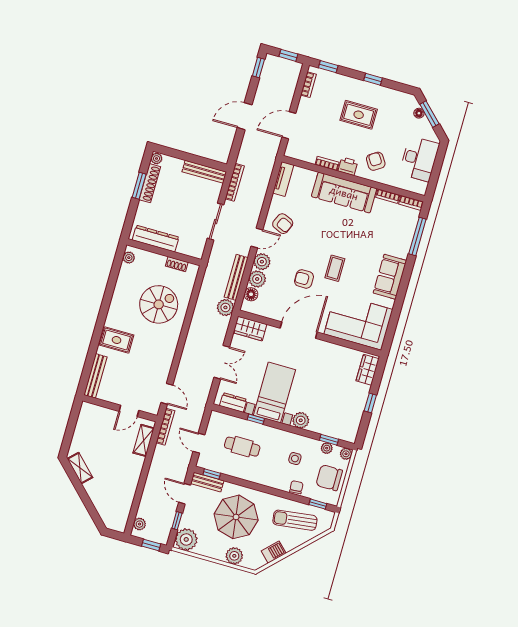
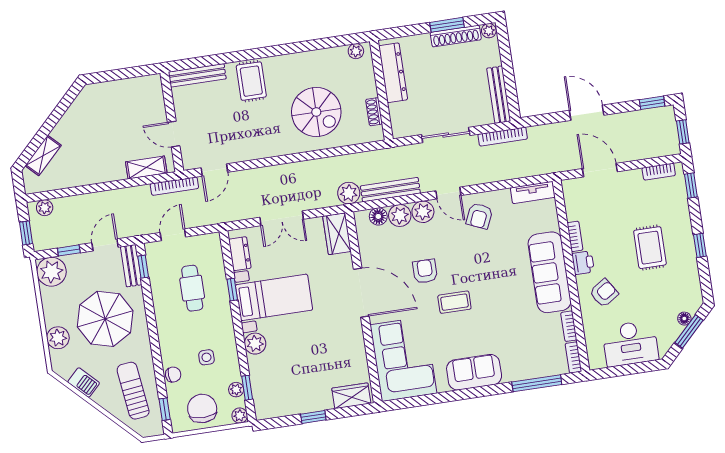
shelving: (80, 468) -> (43, 156), moved

